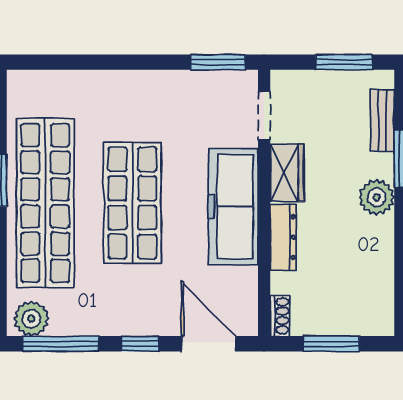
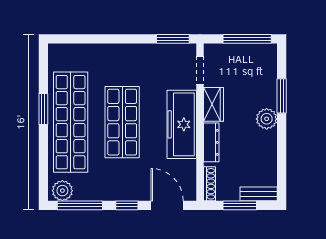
window: (344, 62) -> (247, 39), width x1.44
bench: (382, 120) -> (259, 194), moved, turned 90
shoe rack: (280, 316) -> (209, 184), width x1.43

